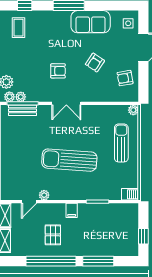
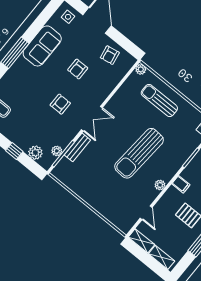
armchair: (95, 62) -> (78, 69), turned 56
plant: (9, 97) -> (49, 160), removed
bench: (23, 110) -> (77, 147), moved
plant: (44, 195) -> (160, 185), moved

